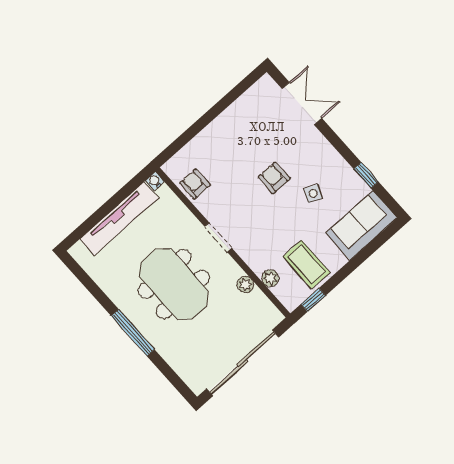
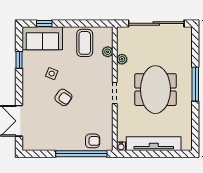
window: (194, 130) -> (81, 154), added
armchair: (274, 178) -> (63, 97), turned -55
armchair: (195, 184) -> (93, 141), moved, turned -90
window: (313, 300) -> (44, 23), moved

